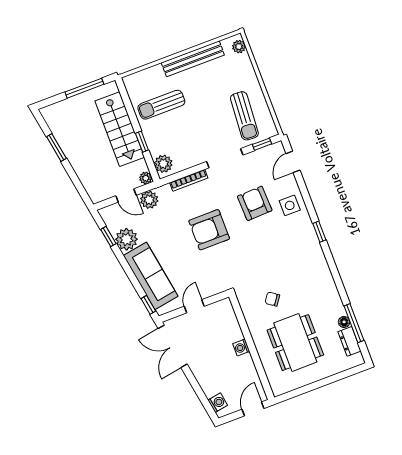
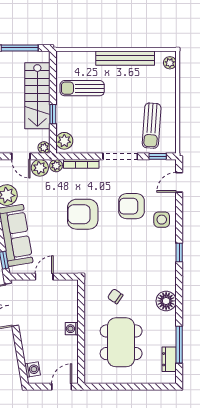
plant: (165, 191) -> (56, 166), added
armchair: (255, 203) -> (132, 206), turned -88
floor lamp: (344, 322) -> (166, 301), moved, width x1.89, depth x1.89

